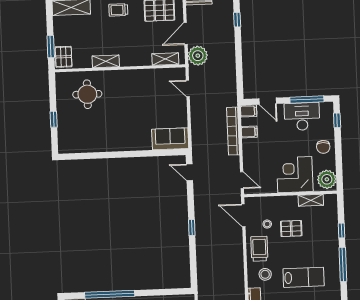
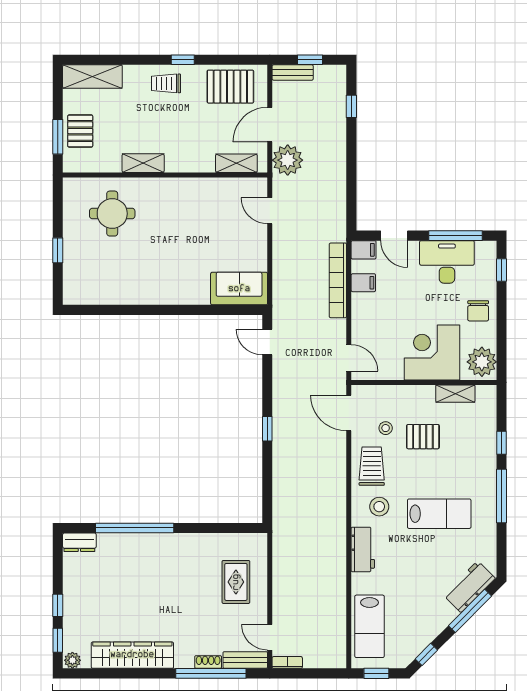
pallet: (64, 57) -> (80, 131), moved

